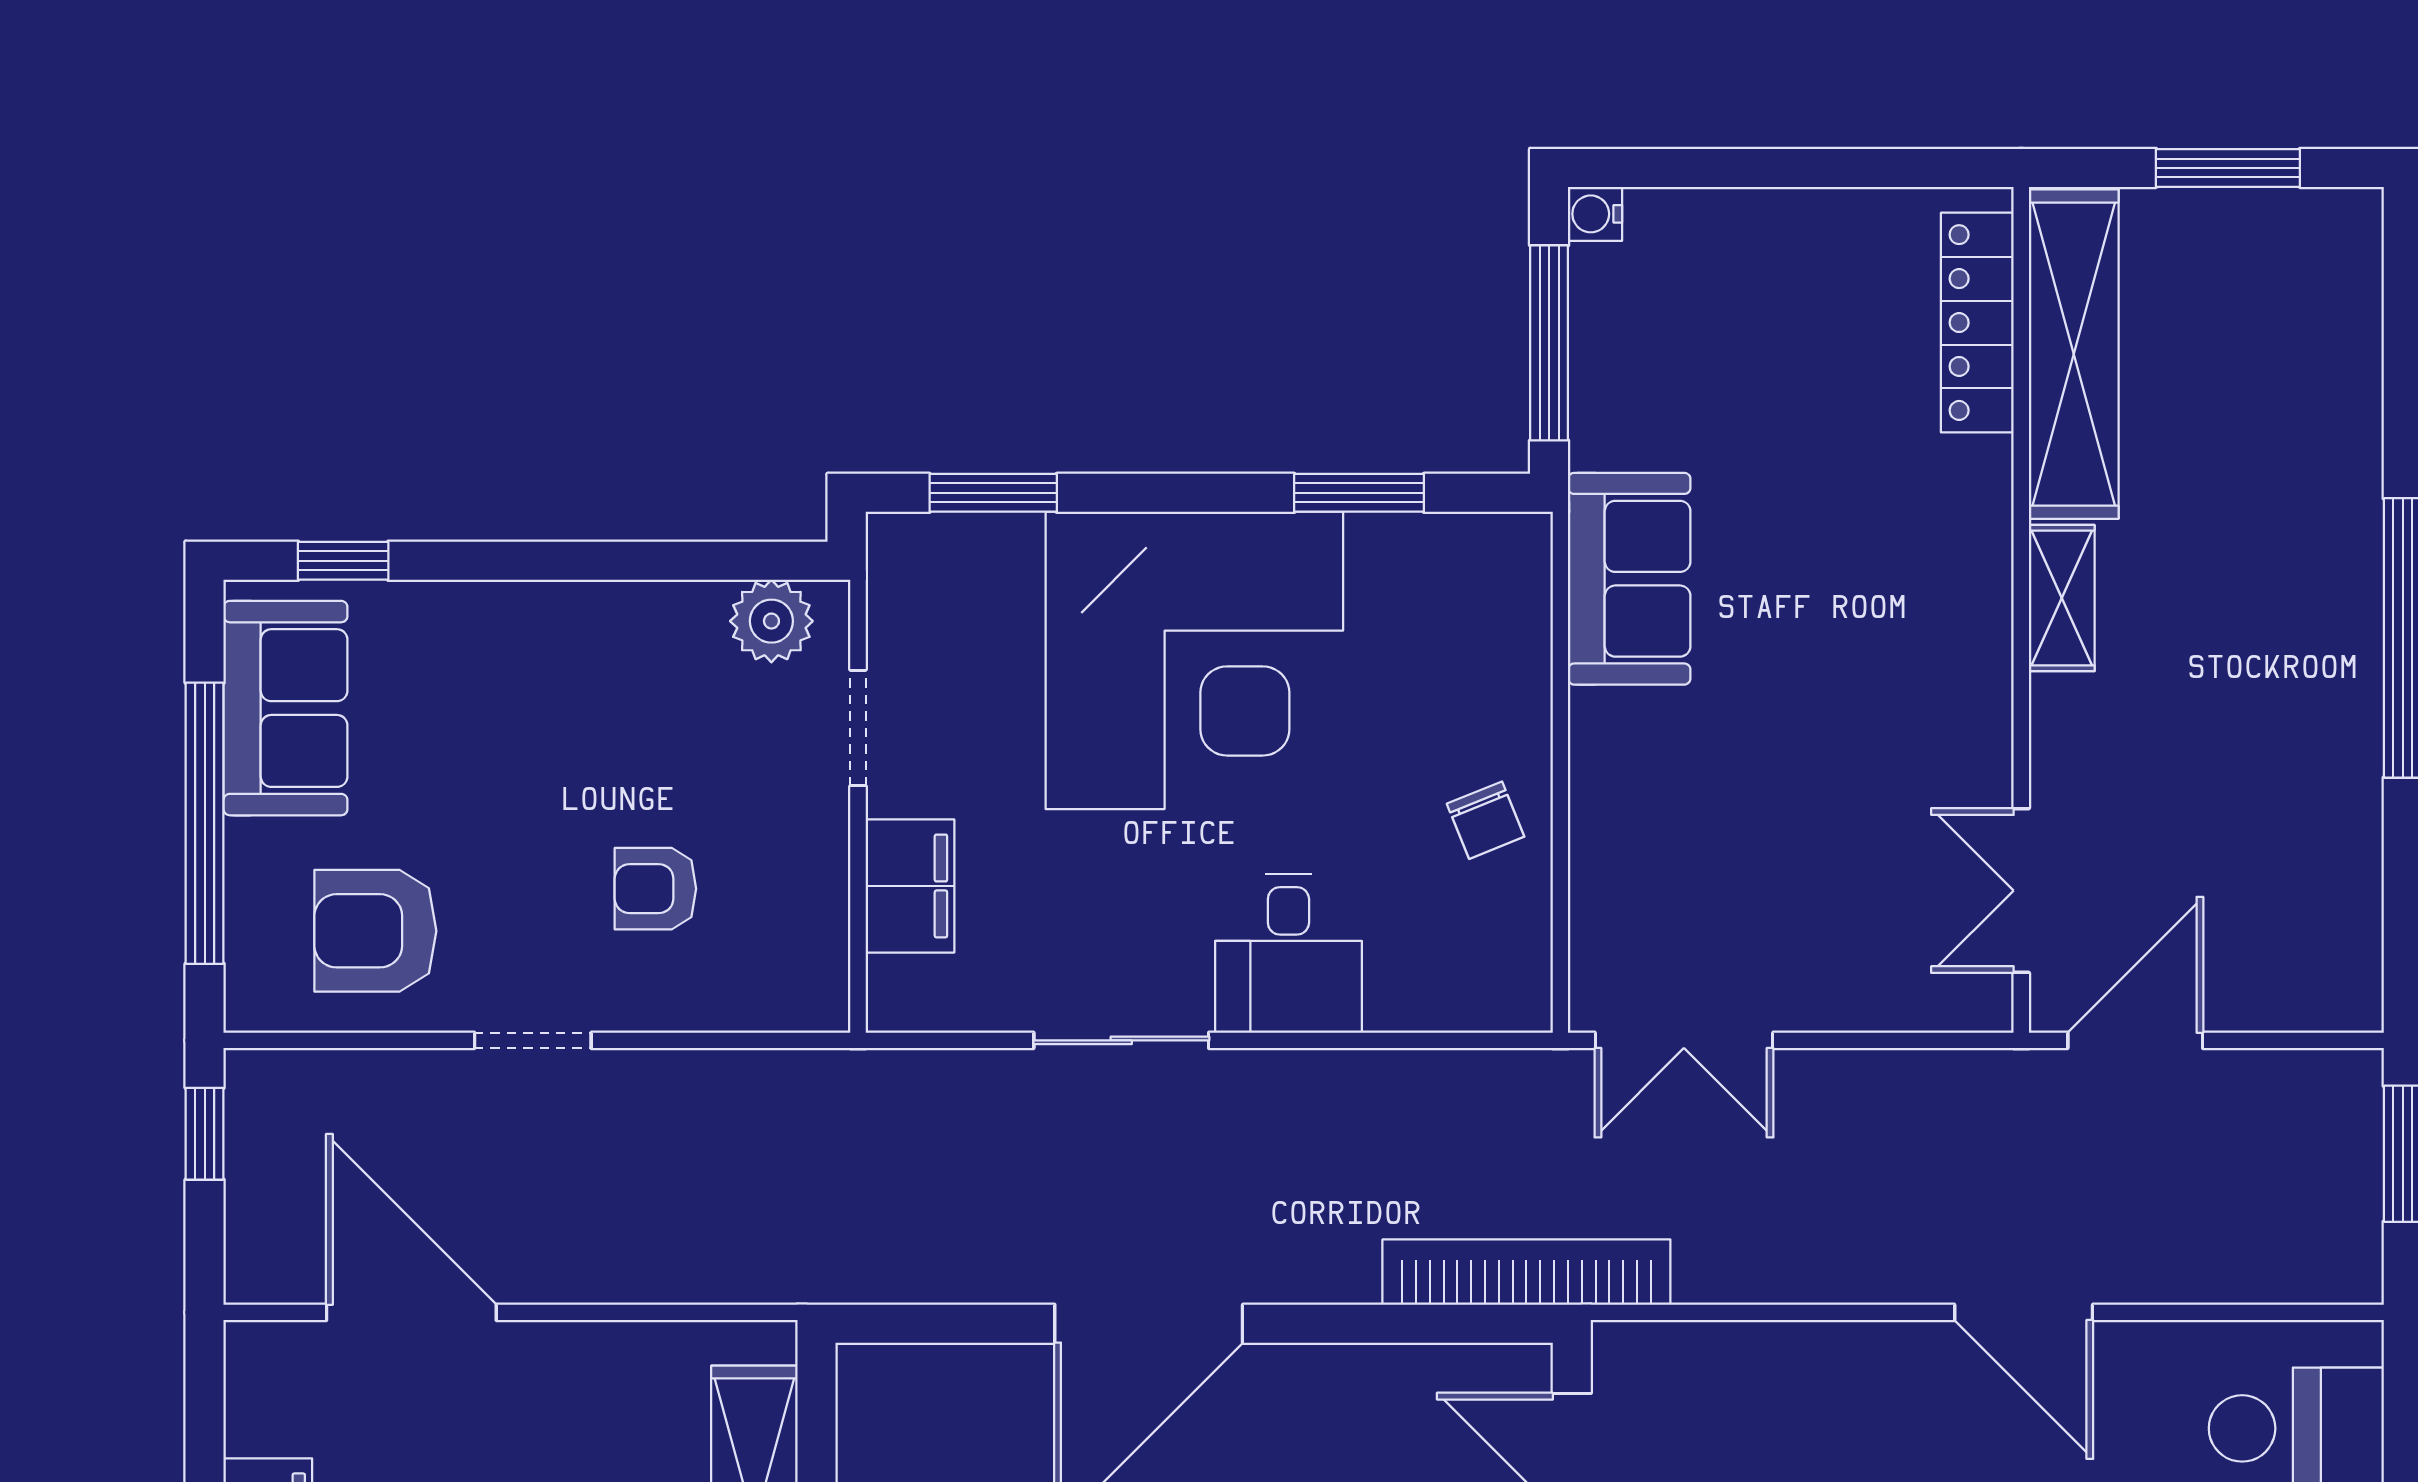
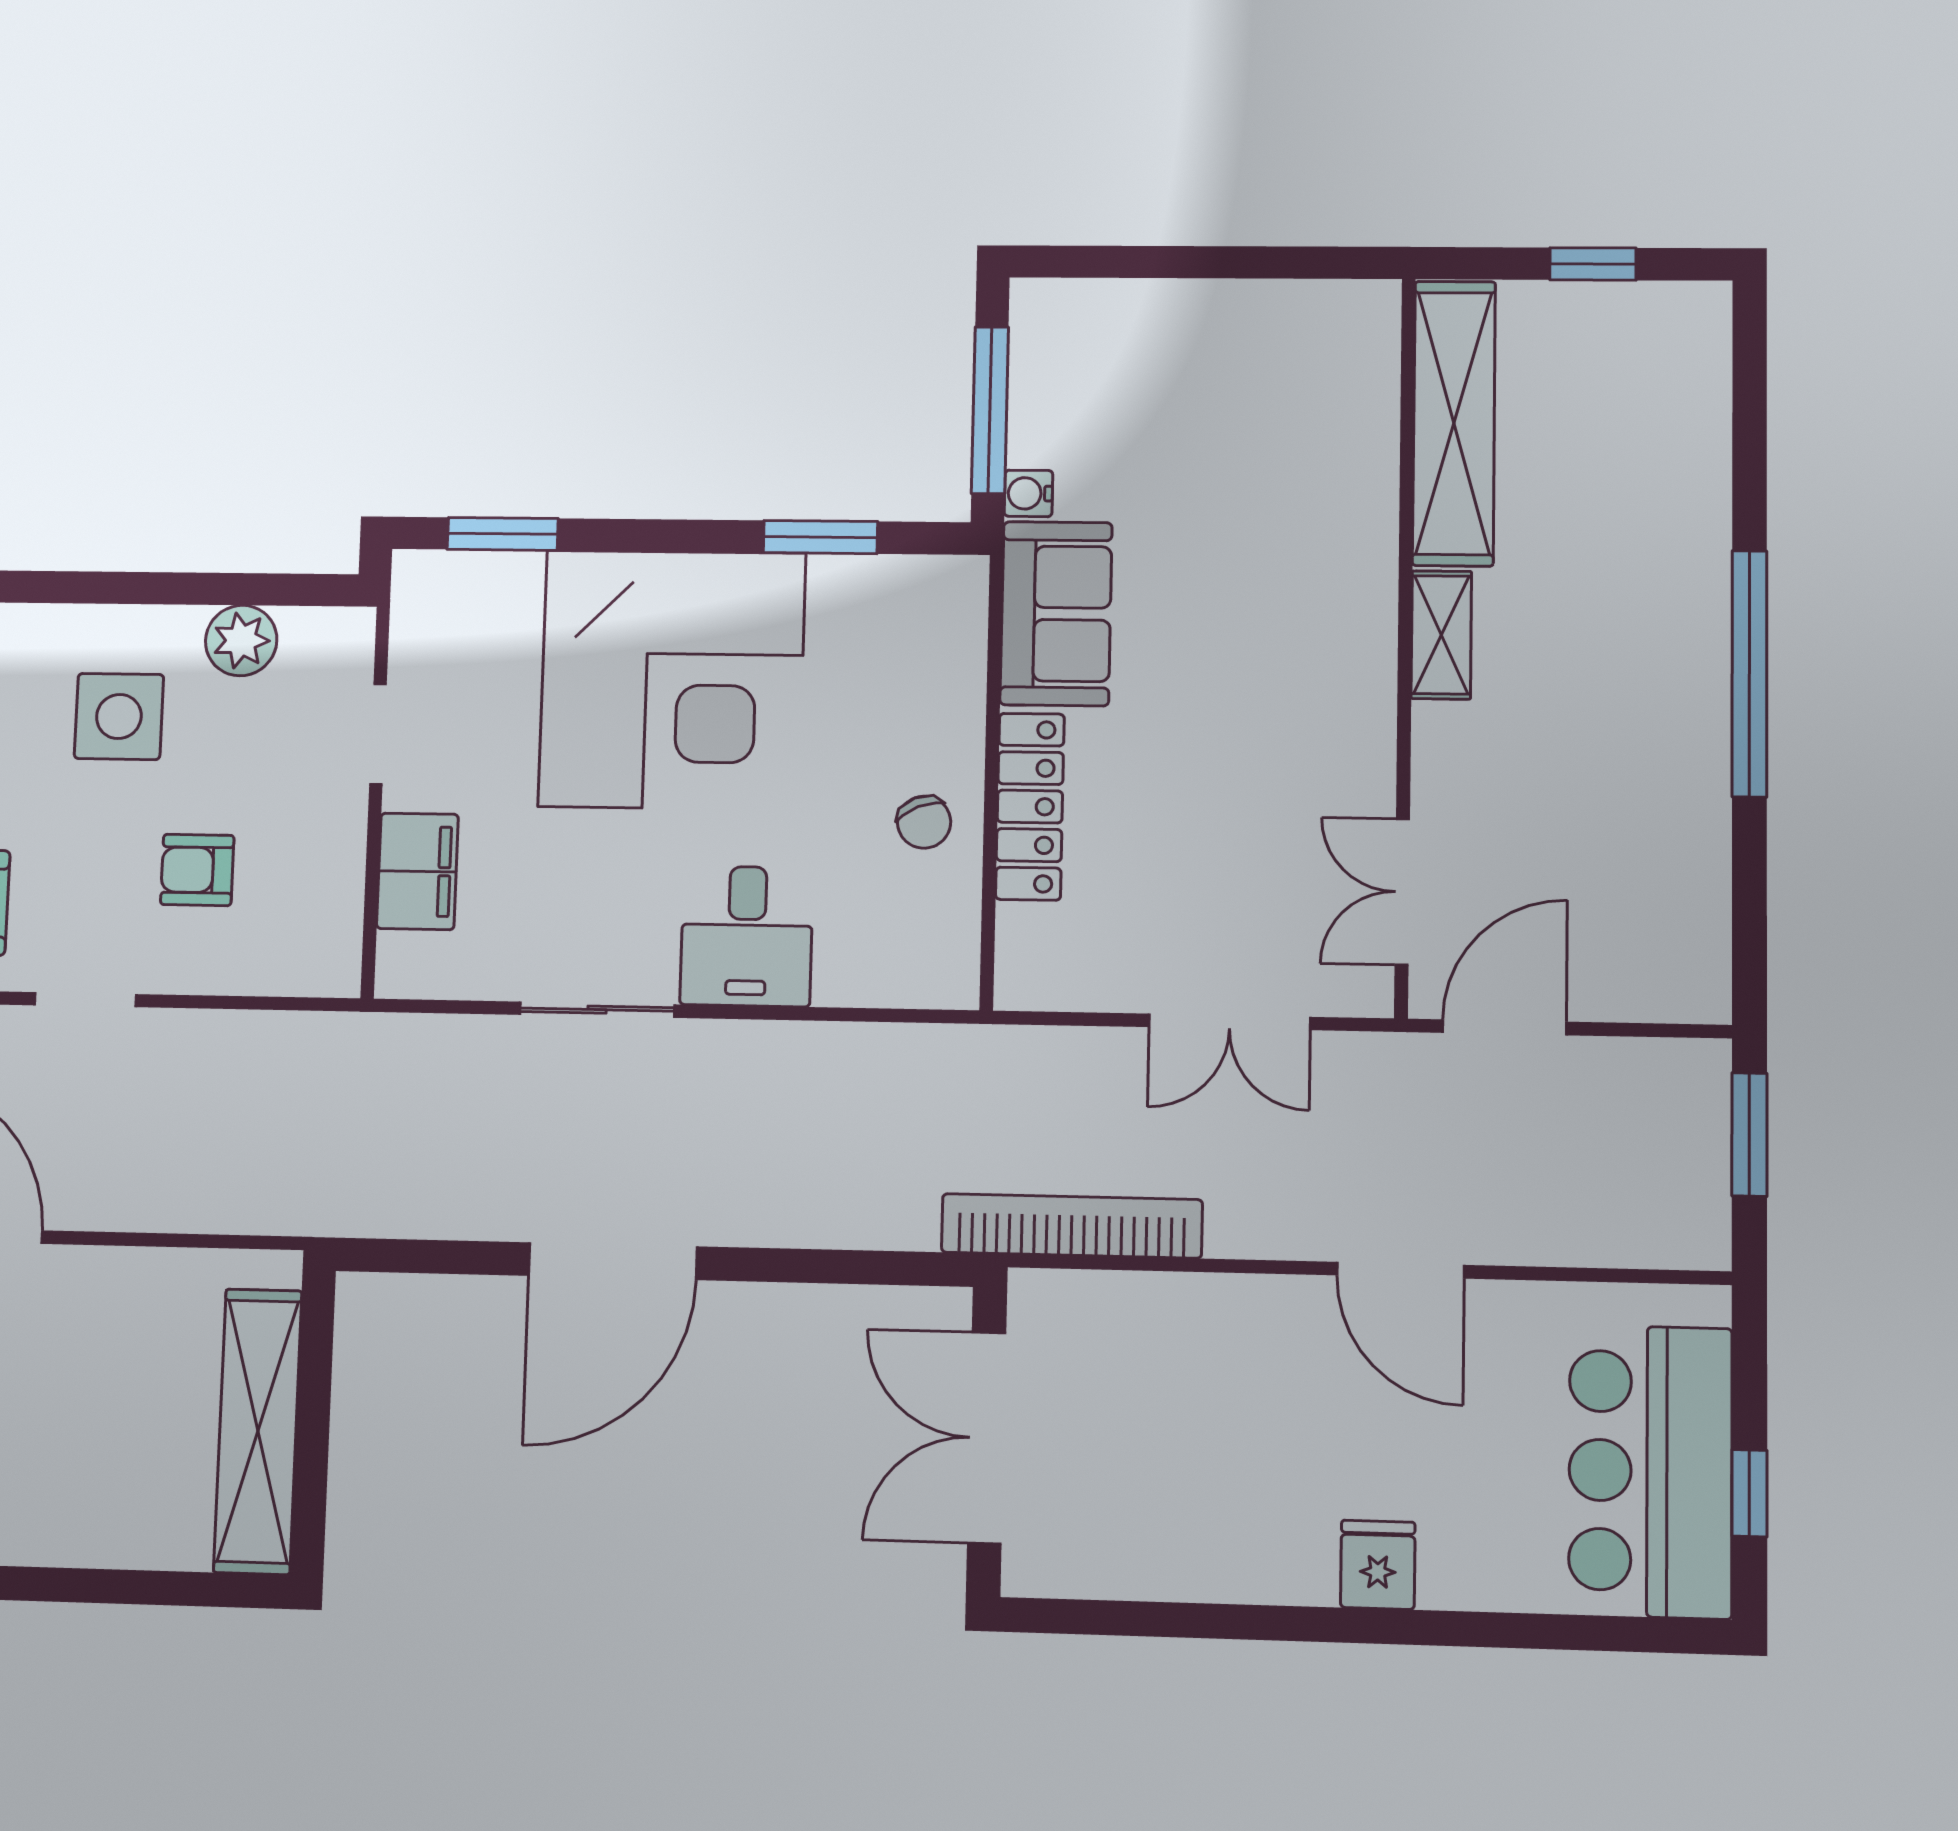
window: (2228, 168) -> (1593, 264), width x0.67
water cooler: (1595, 214) -> (1028, 493), moved
locker: (1977, 323) -> (1030, 807), moved, turned 180
plant: (771, 621) -> (241, 641), moved
side table: (556, 712) -> (119, 716), added
double door: (1684, 1040) -> (1229, 1022), moved
bookcase: (1526, 1272) -> (1072, 1226), moved

